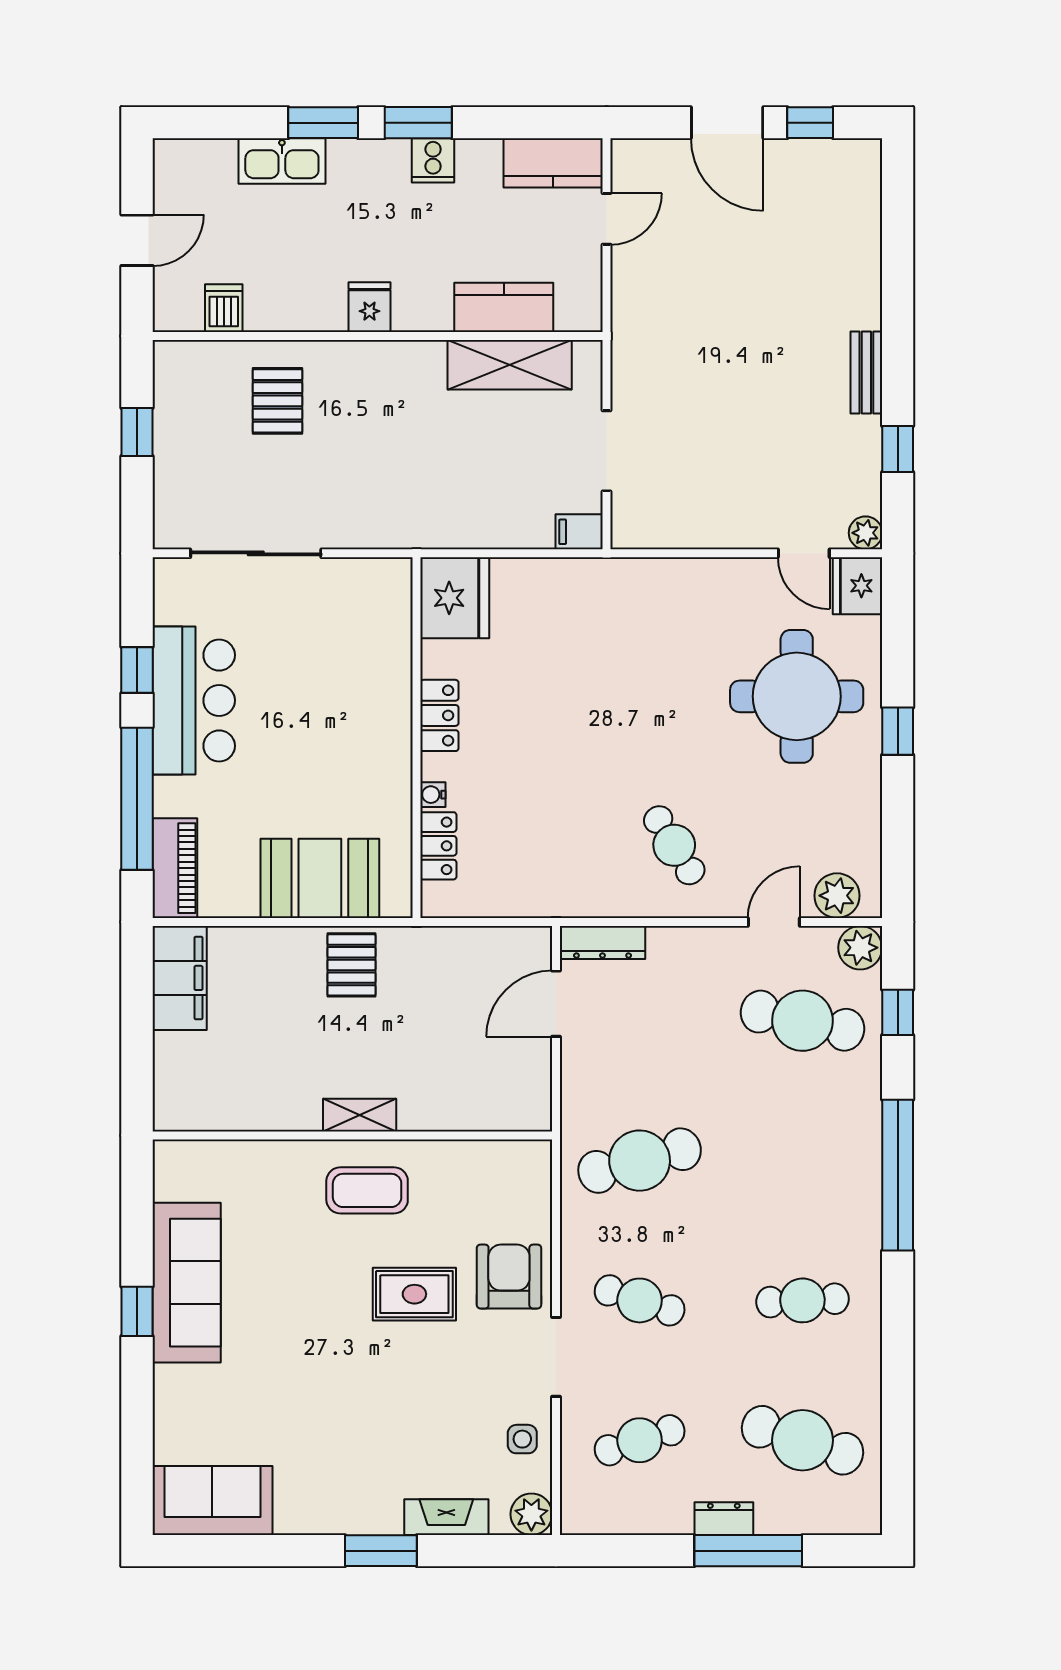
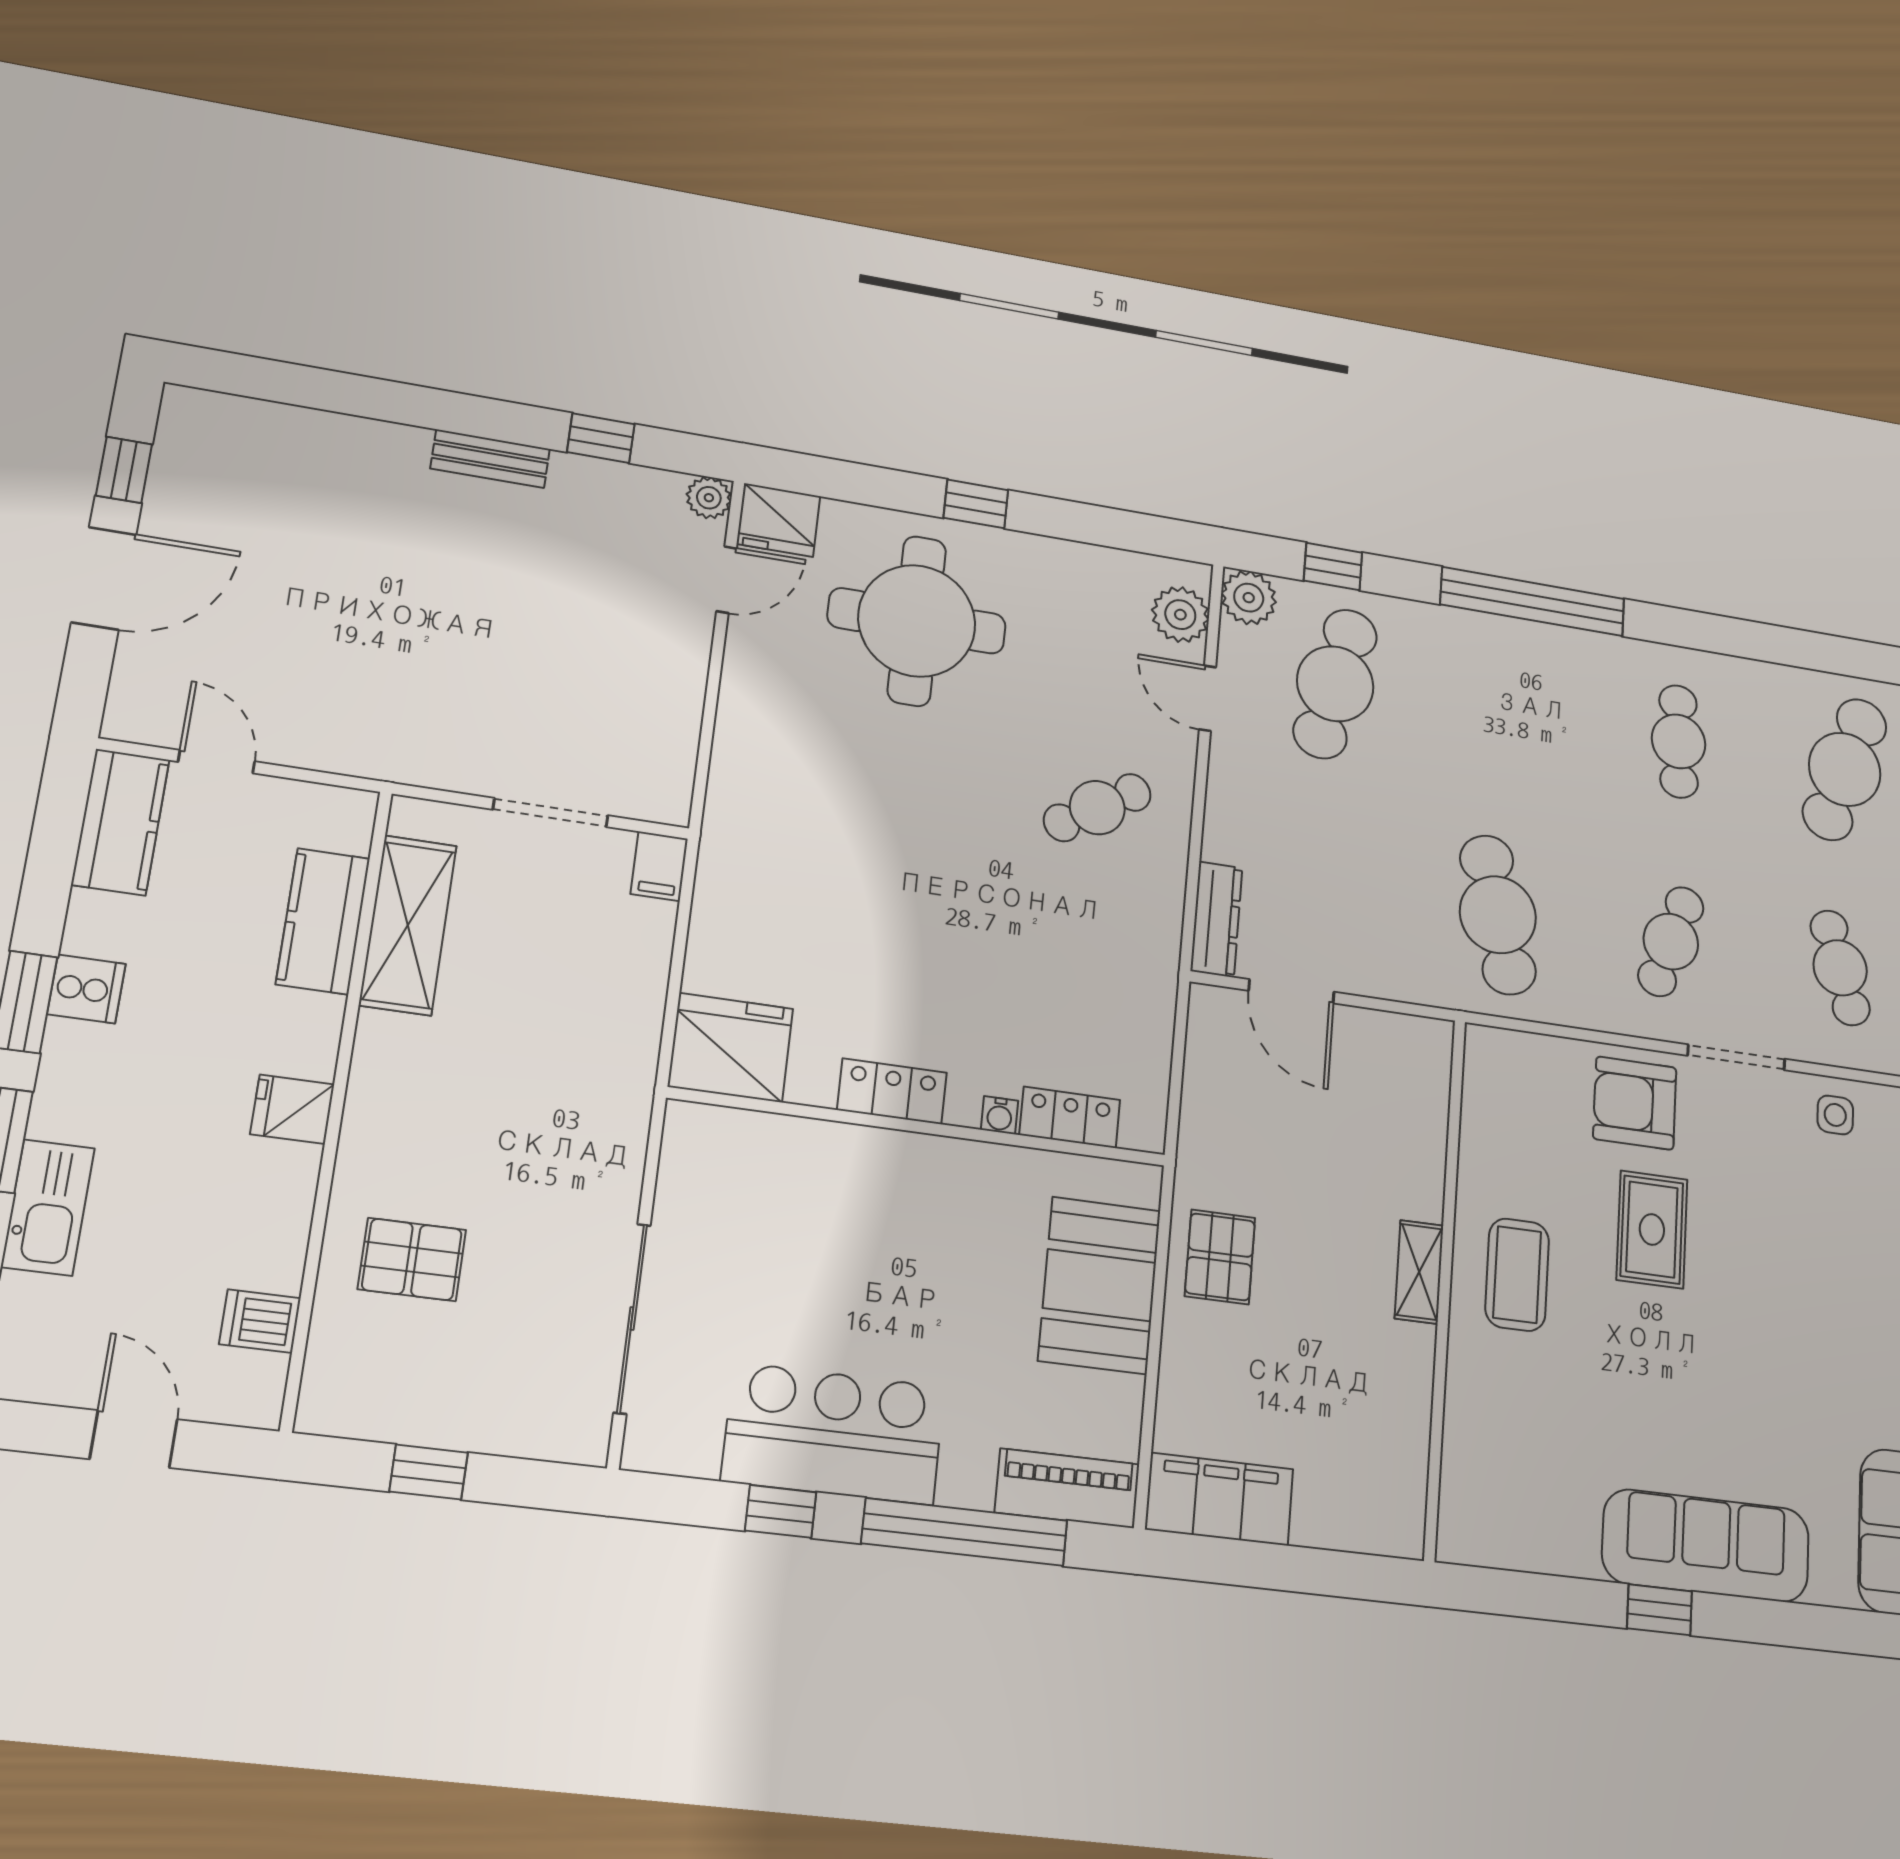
pallet: (351, 965) -> (1220, 1257), turned 90
sofa: (187, 1283) -> (1706, 1546), moved

